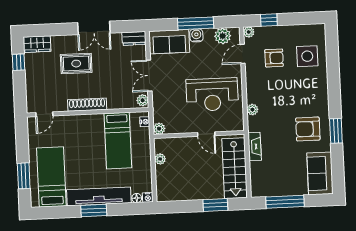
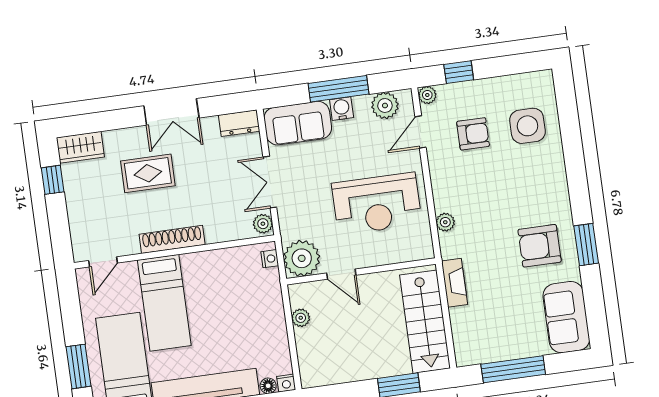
plant: (159, 129) -> (302, 258), width x1.87, depth x1.87
door: (206, 134) -> (341, 274), moved
bed: (118, 141) -> (164, 303), moved

